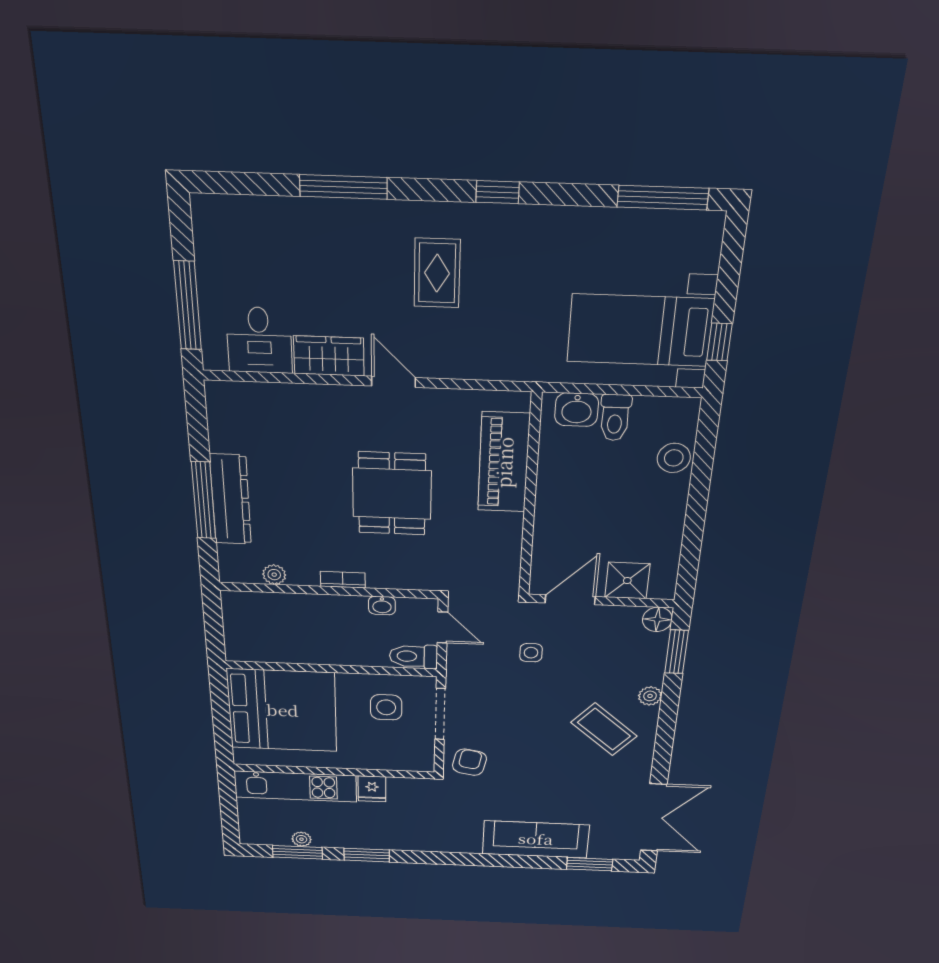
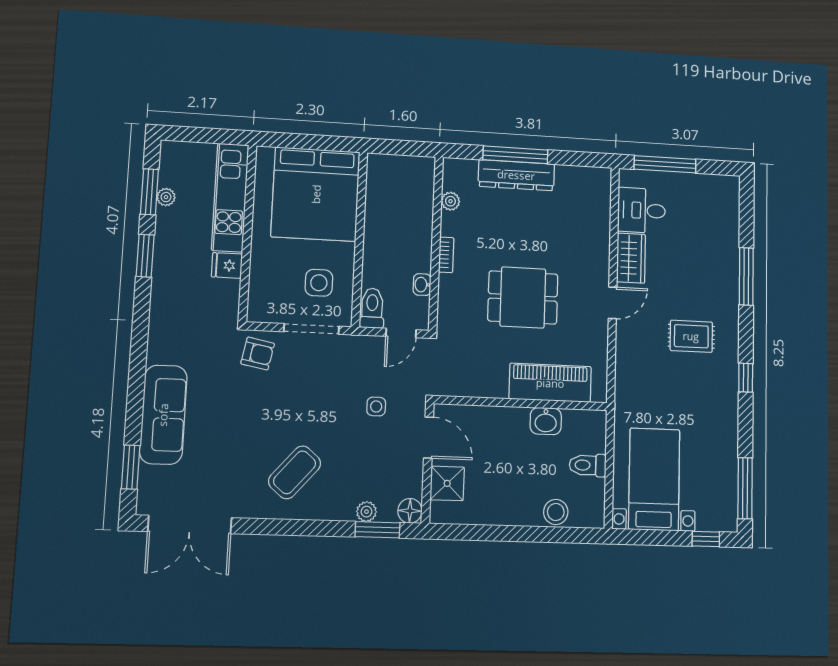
window: (720, 342) -> (706, 539), moved
washbasin: (577, 410) -> (546, 421), moved, turned -90
plant: (650, 696) -> (366, 512), moved

